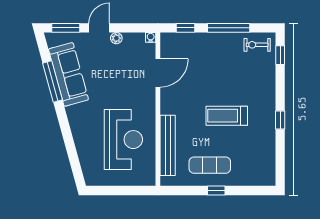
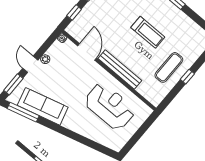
window: (52, 81) -> (23, 112), moved
treadmill: (227, 116) -> (148, 32), turned -90
bench: (168, 145) -> (120, 69), moved

